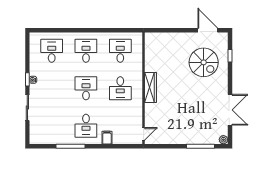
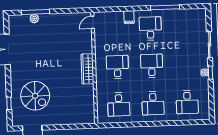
spiral stairs: (204, 62) -> (35, 96), turned 180
desk: (86, 88) -> (152, 66), turned 180
plant: (223, 140) -> (34, 19), moved

